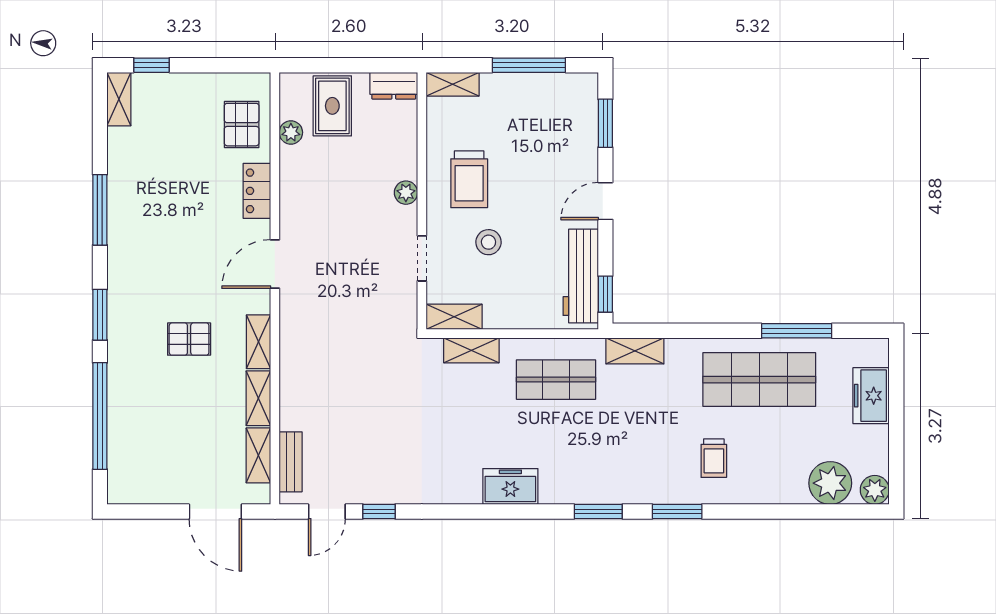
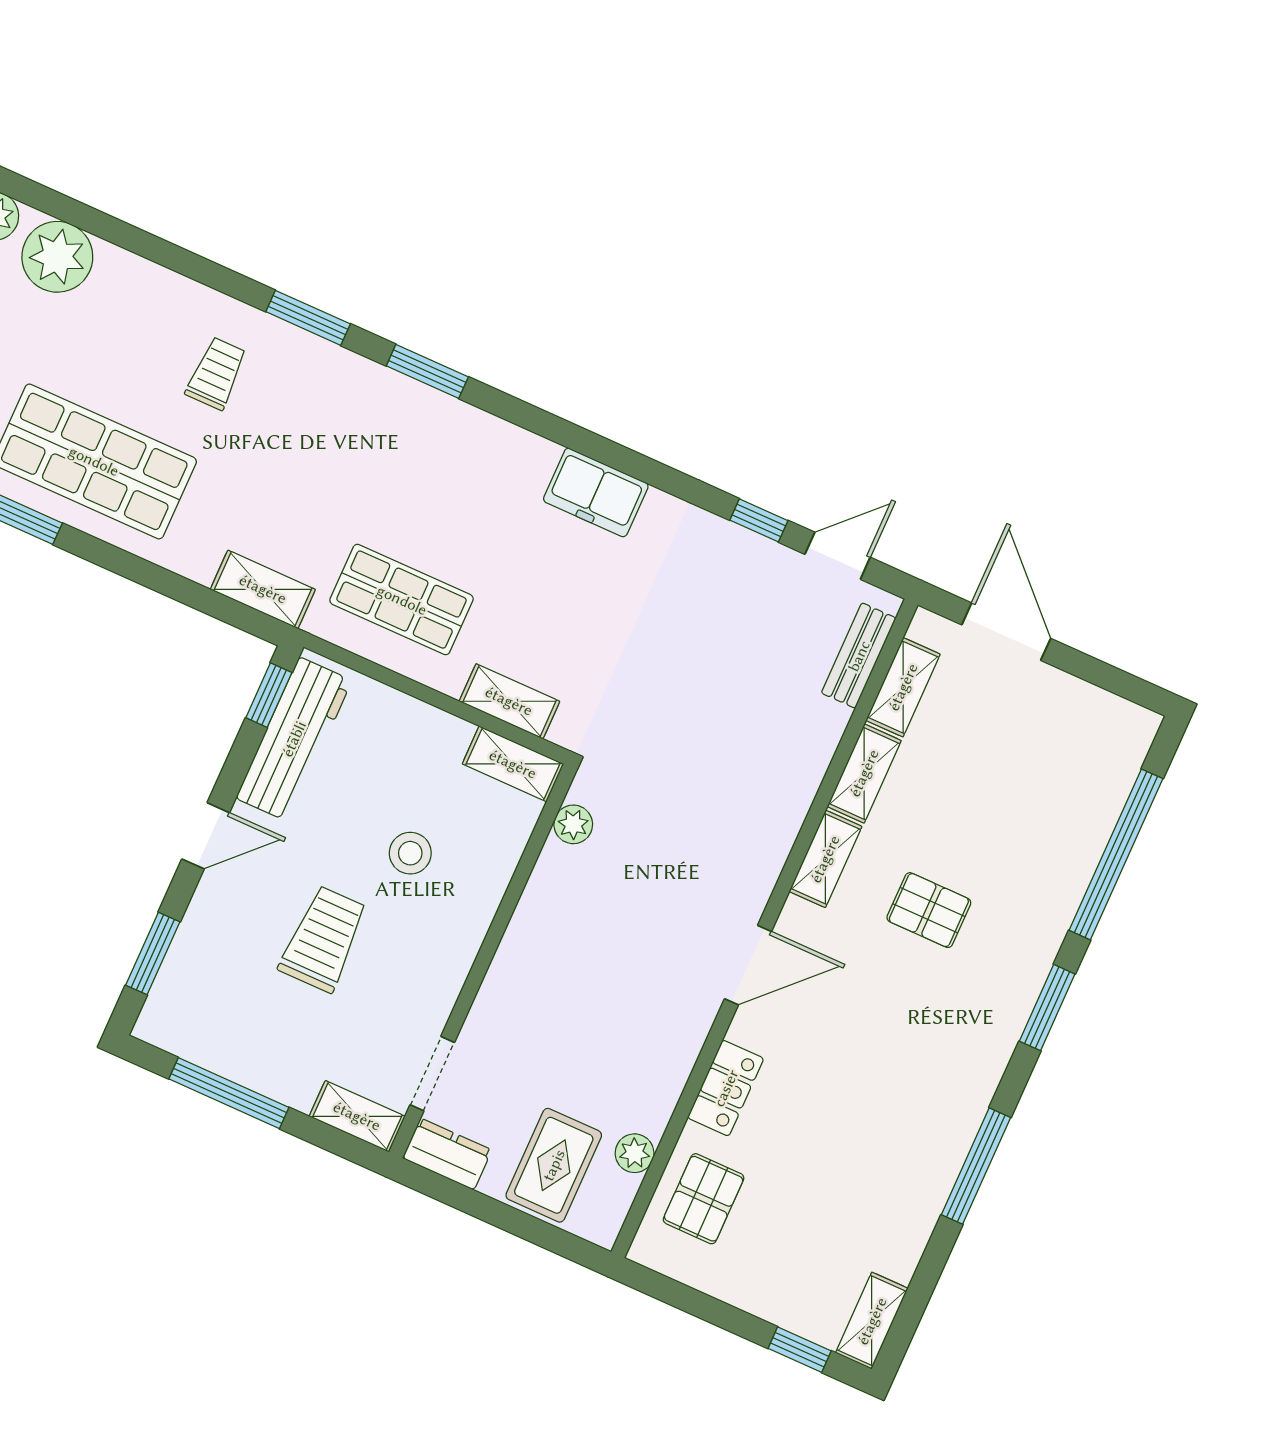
trolley: (469, 179) -> (323, 939), moved
plant: (406, 193) -> (573, 824), moved
doorway: (422, 258) -> (432, 1074), moved
freezer: (510, 486) -> (596, 492), moved

